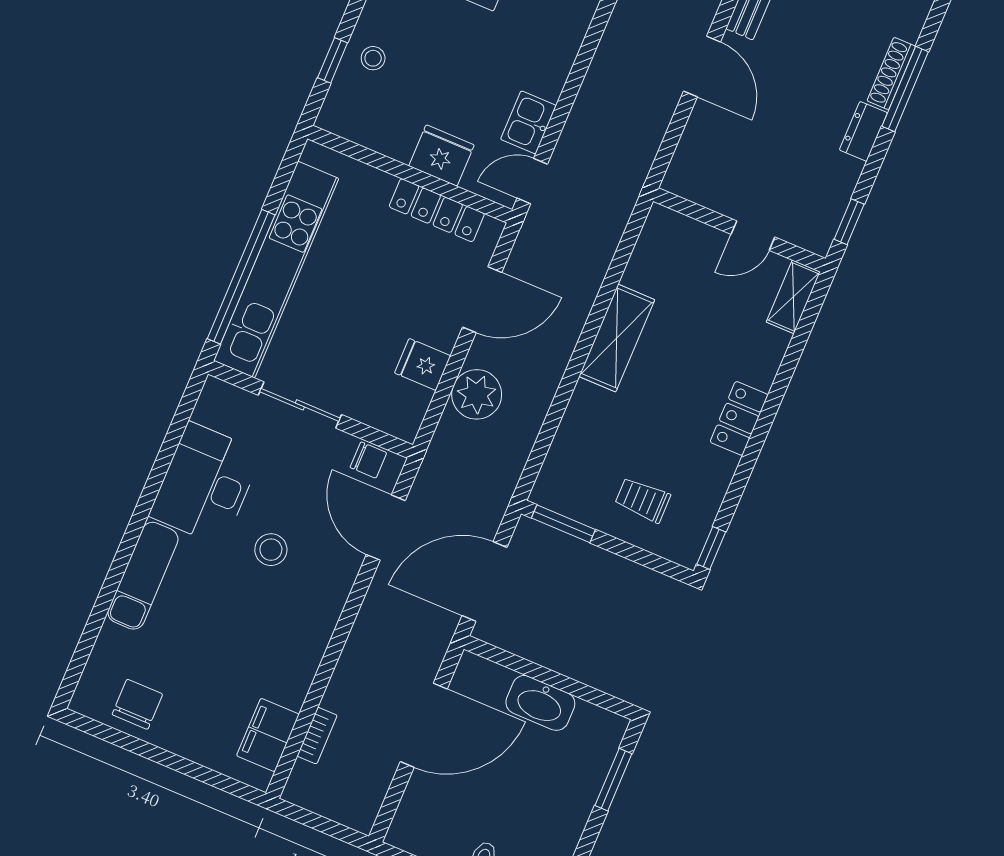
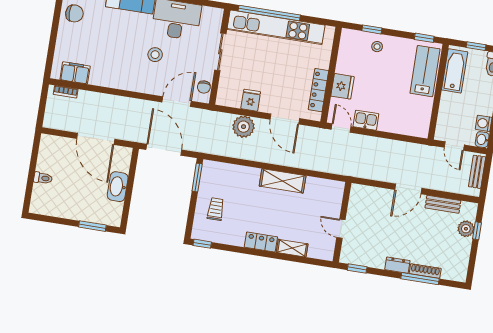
shelving: (793, 297) -> (292, 248), moved
bookcase: (317, 736) -> (66, 92), moved

